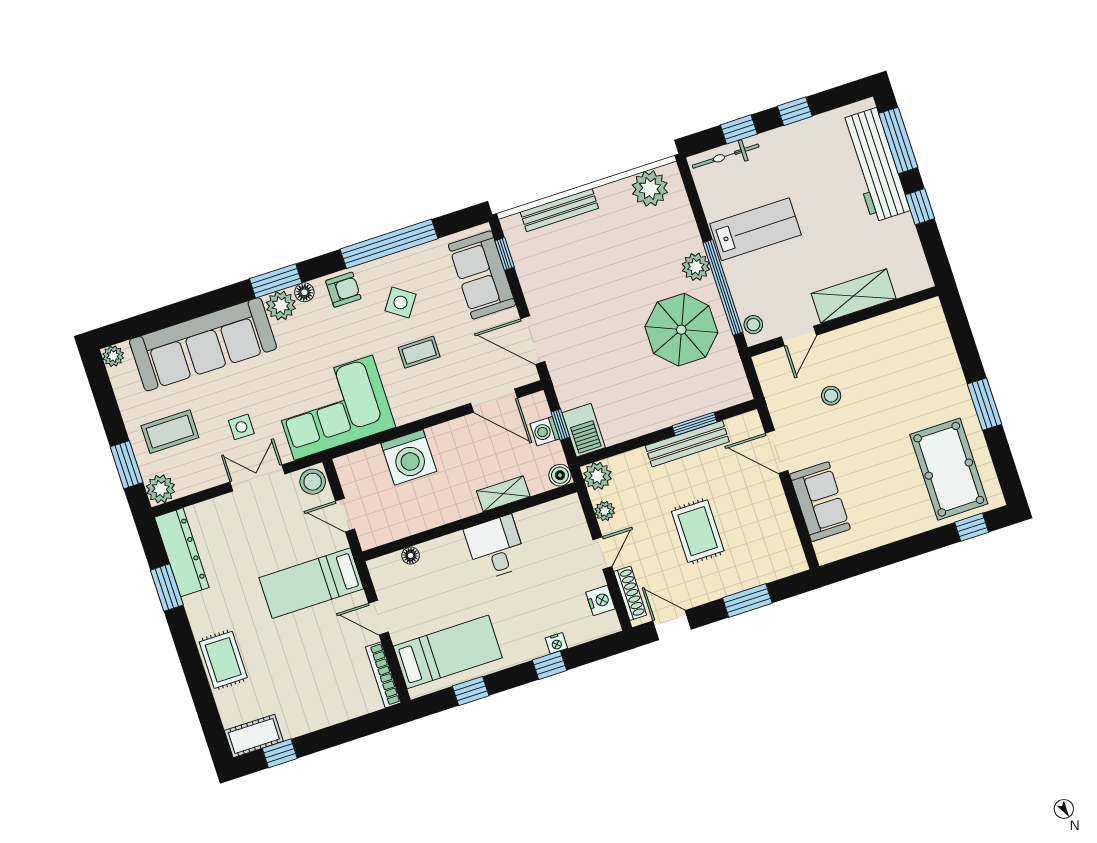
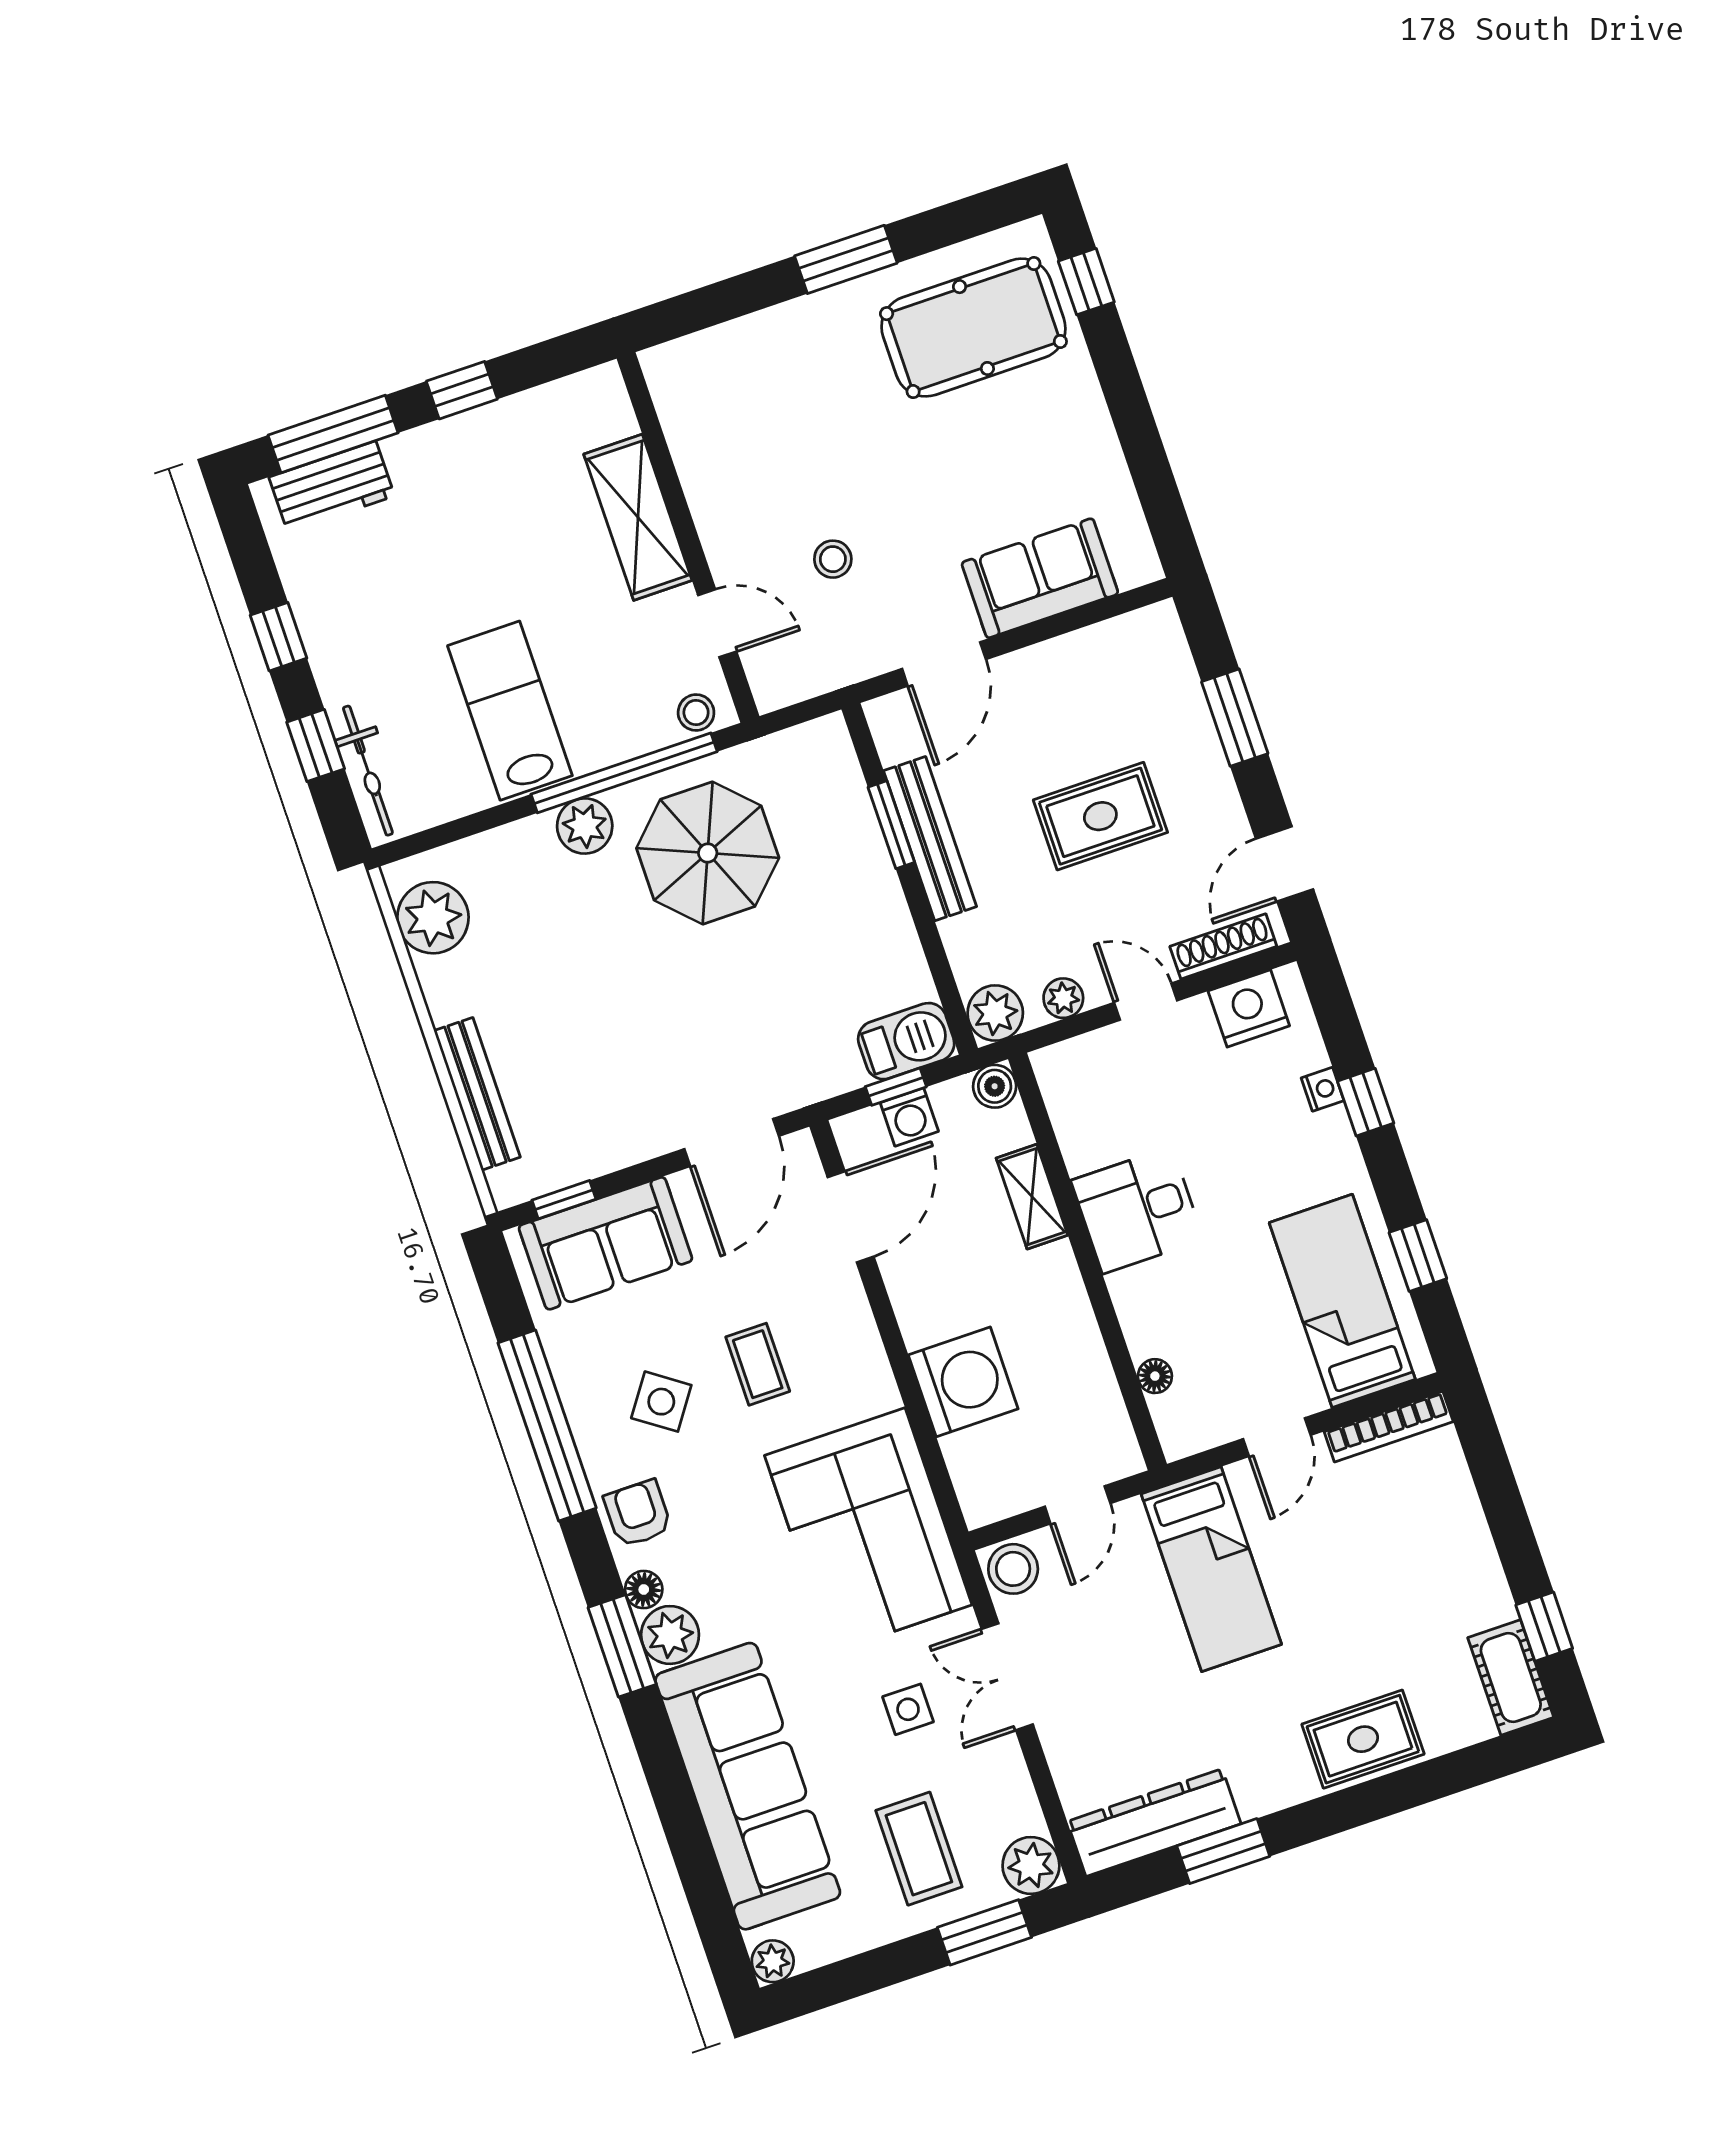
workbench: (875, 165) -> (332, 486), width x0.53, depth x0.76
nightstand: (600, 600) -> (1249, 1008), width x1.36, depth x1.33

